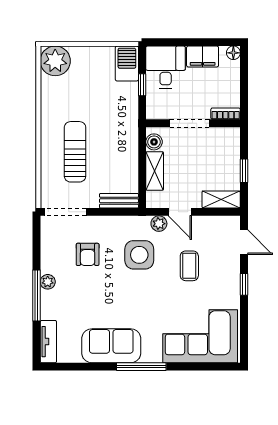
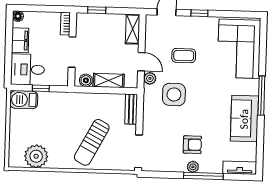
plant: (55, 61) -> (36, 156), moved
sun lounger: (75, 152) -> (92, 142), turned -62
window: (244, 171) -> (97, 10), moved
door: (180, 212) -> (141, 62), hinge flipped
armchair: (88, 254) -> (192, 145), moved

